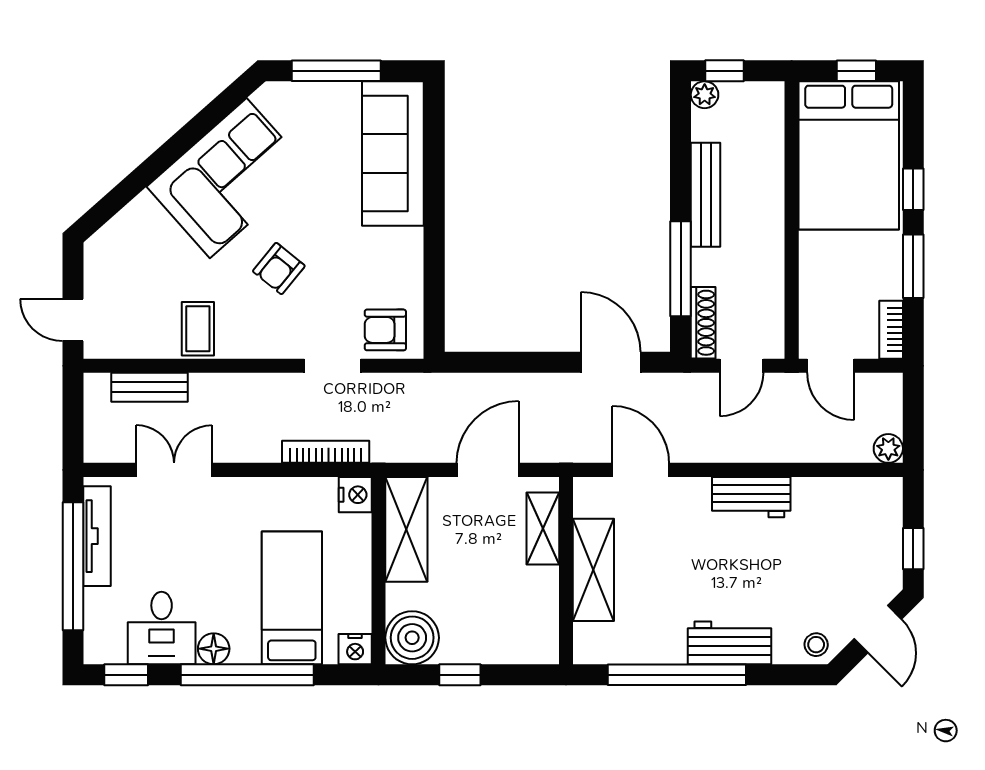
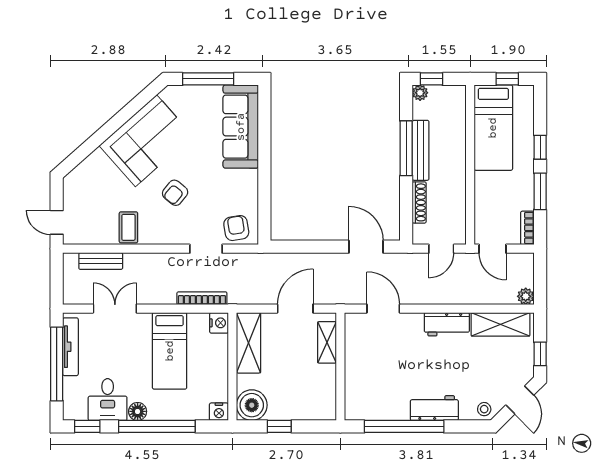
bed: (849, 155) -> (493, 128), width x0.67
window: (681, 269) -> (406, 148), moved
shoe rack: (703, 323) -> (419, 202), moved
armchair: (385, 330) -> (236, 228), turned 81
shelving: (593, 570) -> (501, 324), moved, turned 90
bed: (292, 598) -> (170, 351), moved, turned 180

